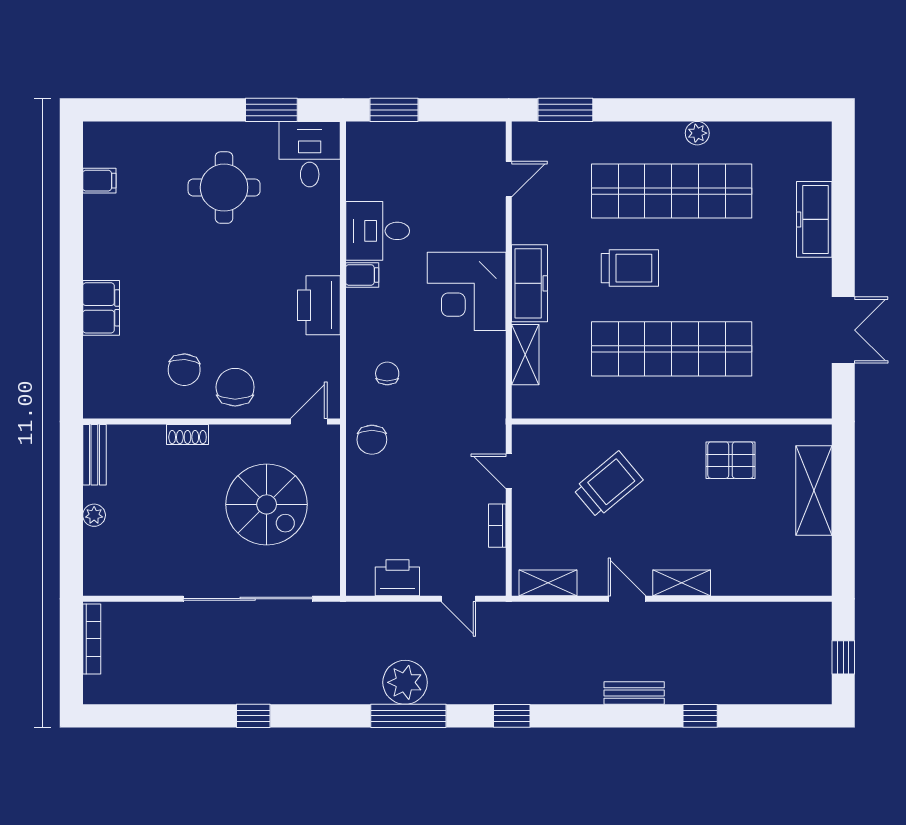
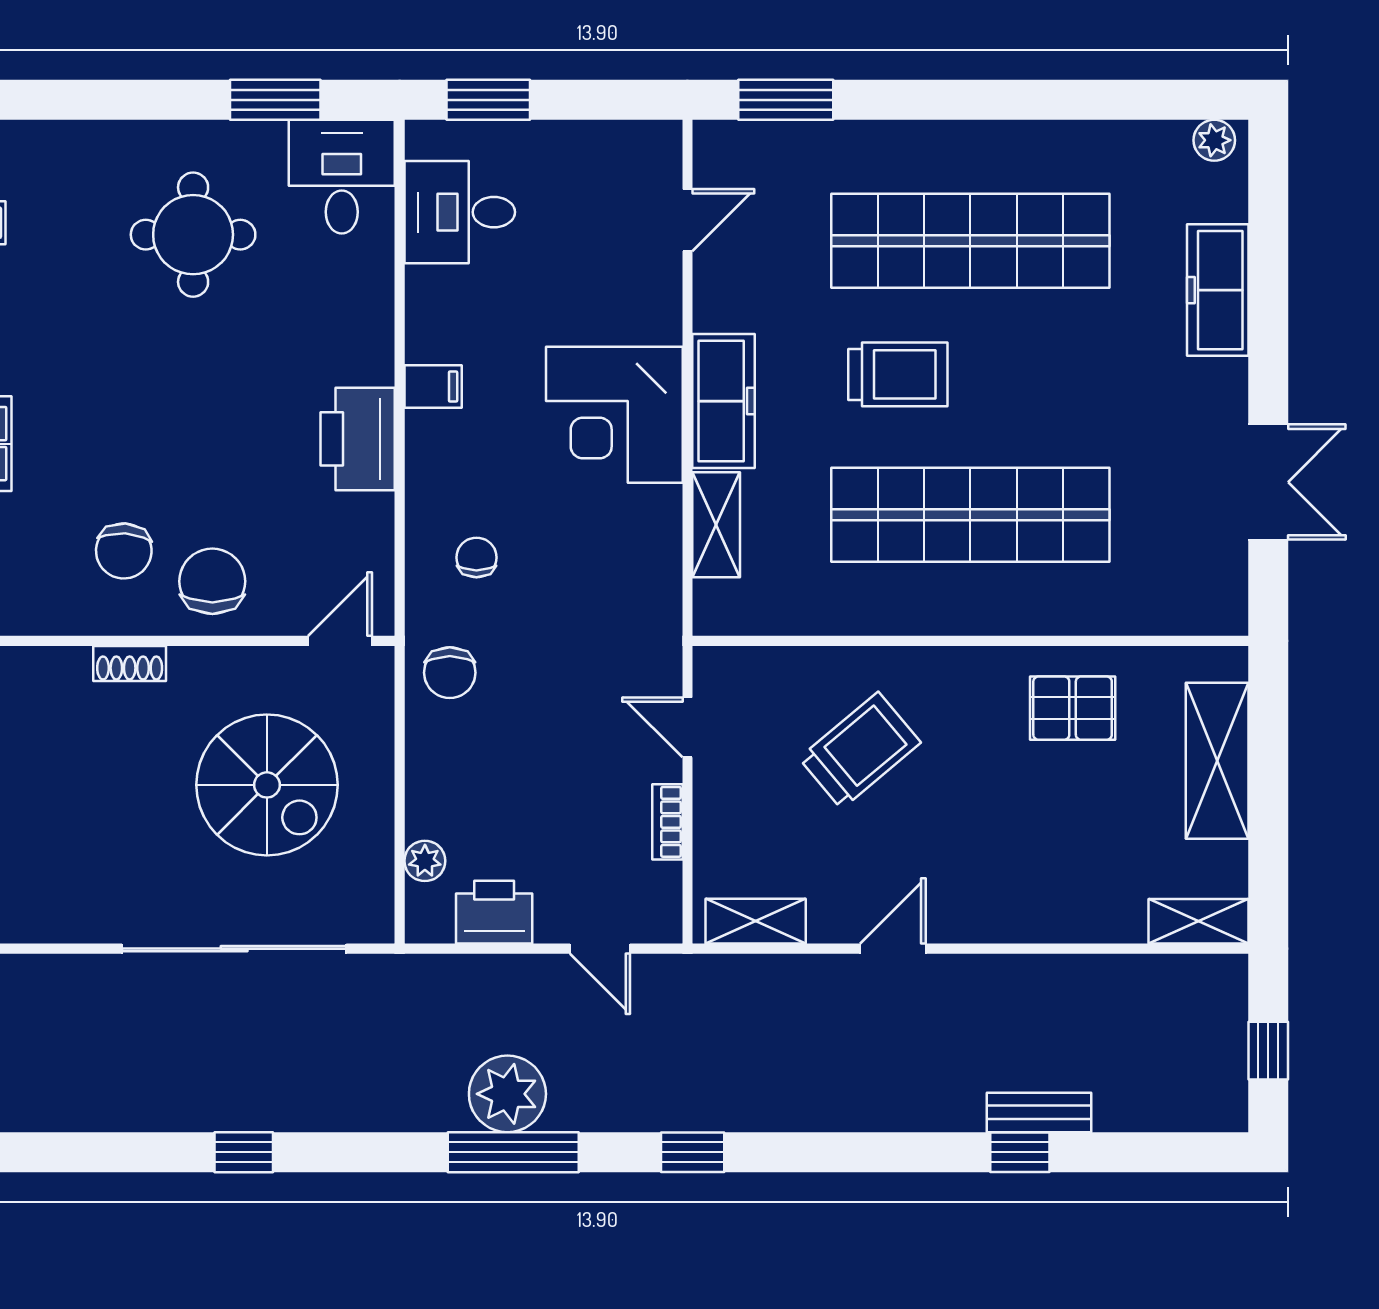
plant: (697, 133) -> (1214, 140), moved
desk: (378, 231) -> (460, 212), moved
plant: (357, 548) -> (425, 861), added
shelving: (682, 583) -> (1199, 921), moved
door: (627, 599) -> (893, 949), hinge flipped
bench: (634, 693) -> (1039, 1112), moved

